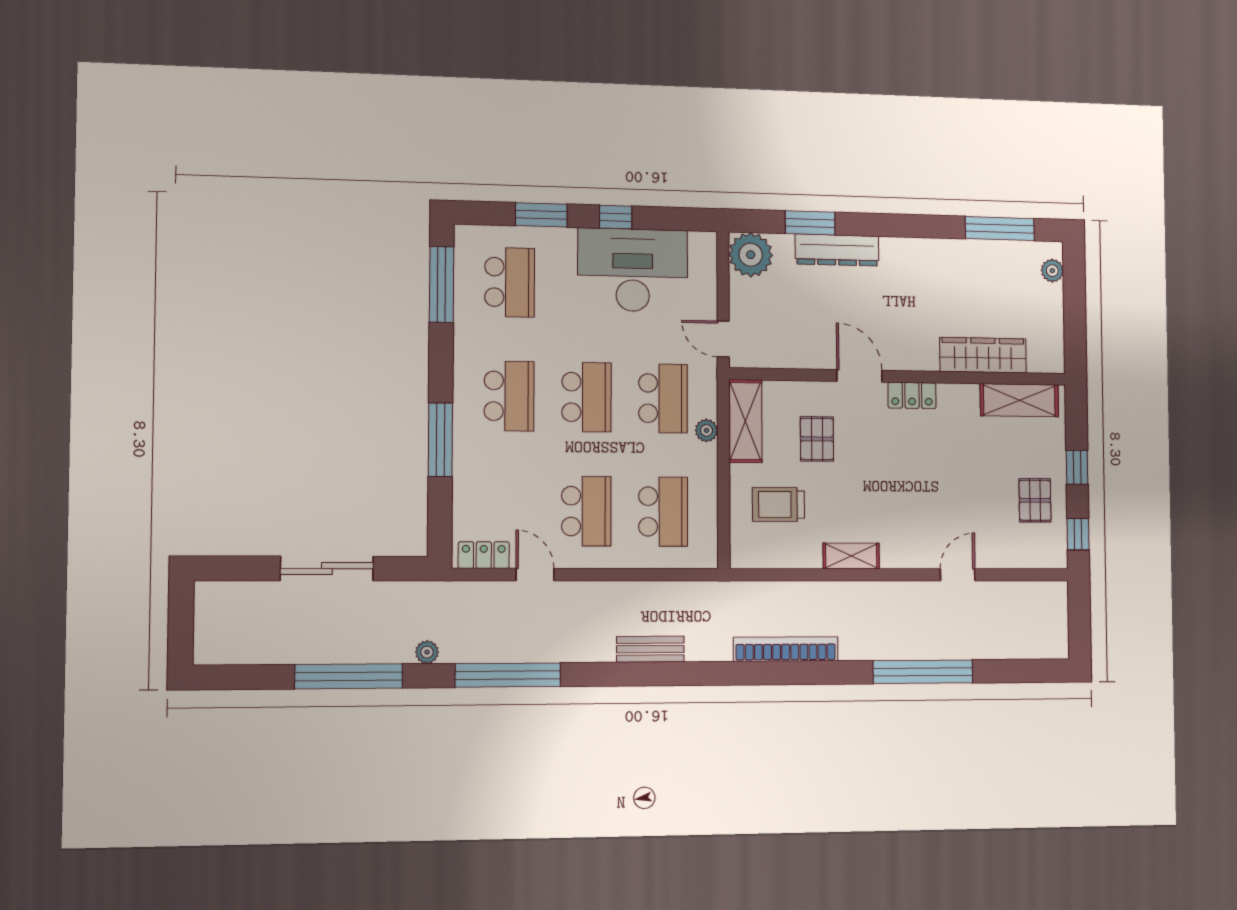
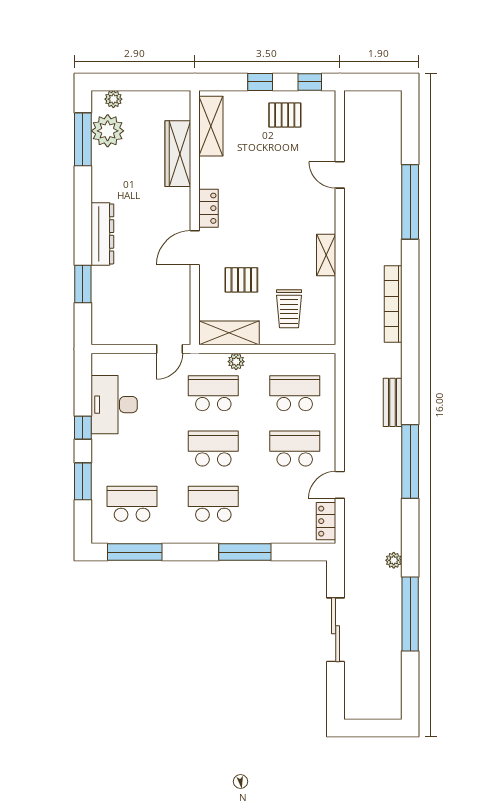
dresser: (837, 250) -> (102, 234), moved
plant: (751, 255) -> (108, 131), moved
desk: (633, 270) -> (114, 405), width x0.73, depth x0.77
window: (508, 675) -> (410, 462), moved

